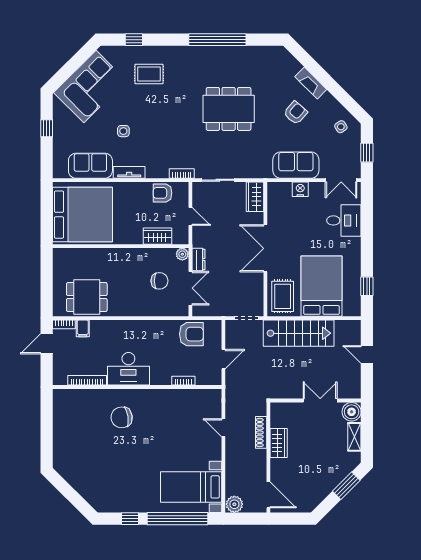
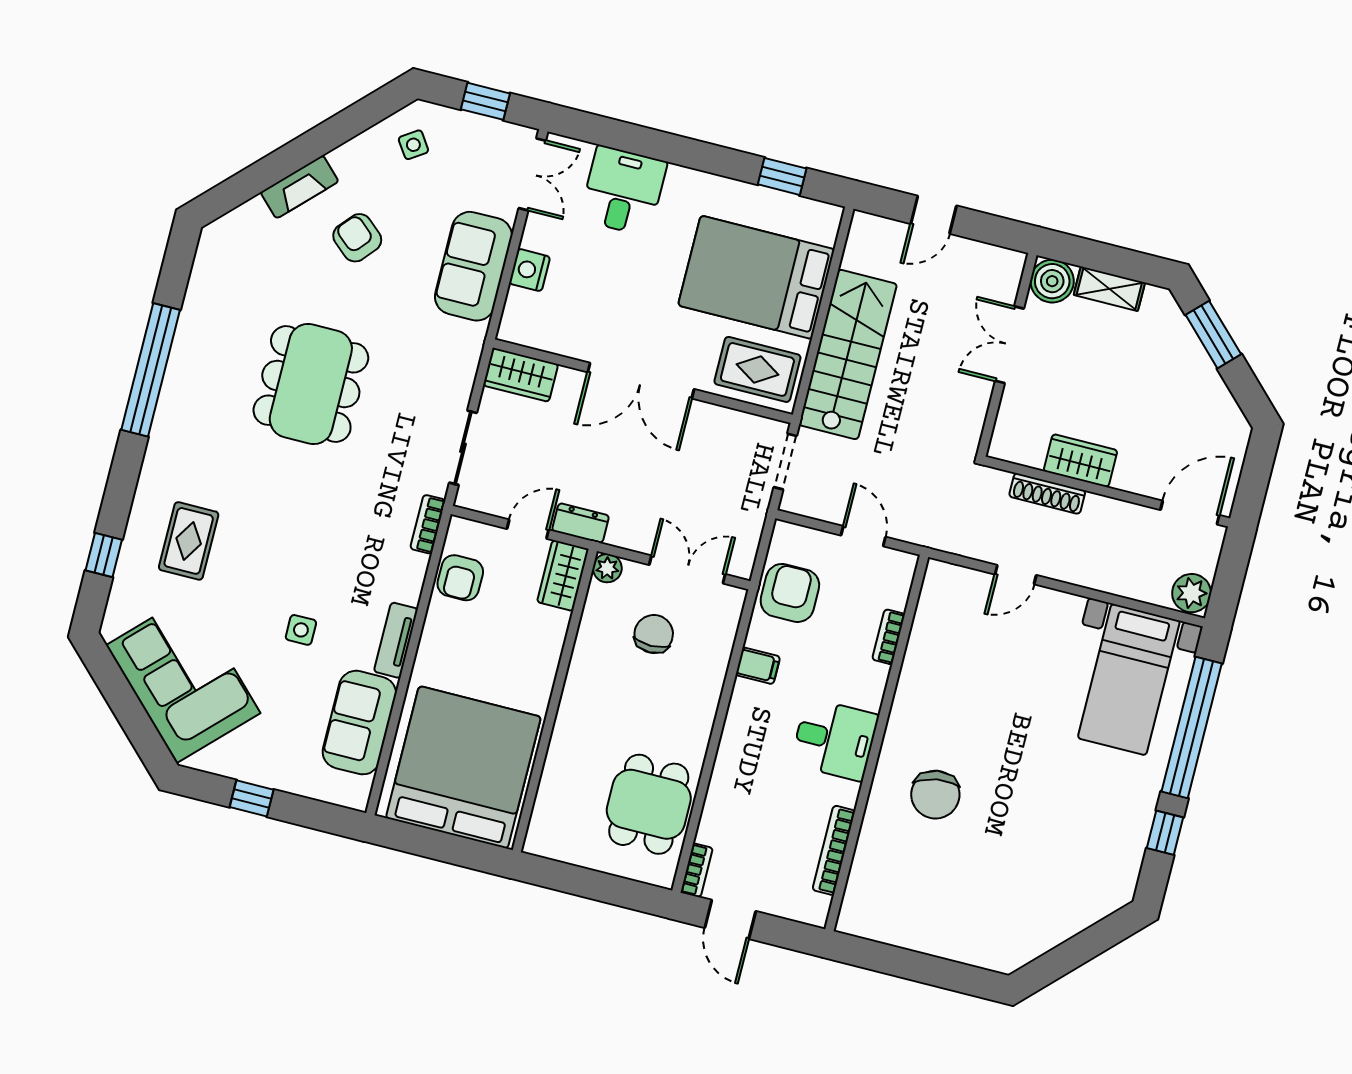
wardrobe: (157, 236) -> (563, 576), moved
dresser: (199, 260) -> (580, 523), moved
filing cabinet: (83, 328) -> (758, 666), moved
desk: (128, 369) -> (835, 740), width x0.73

